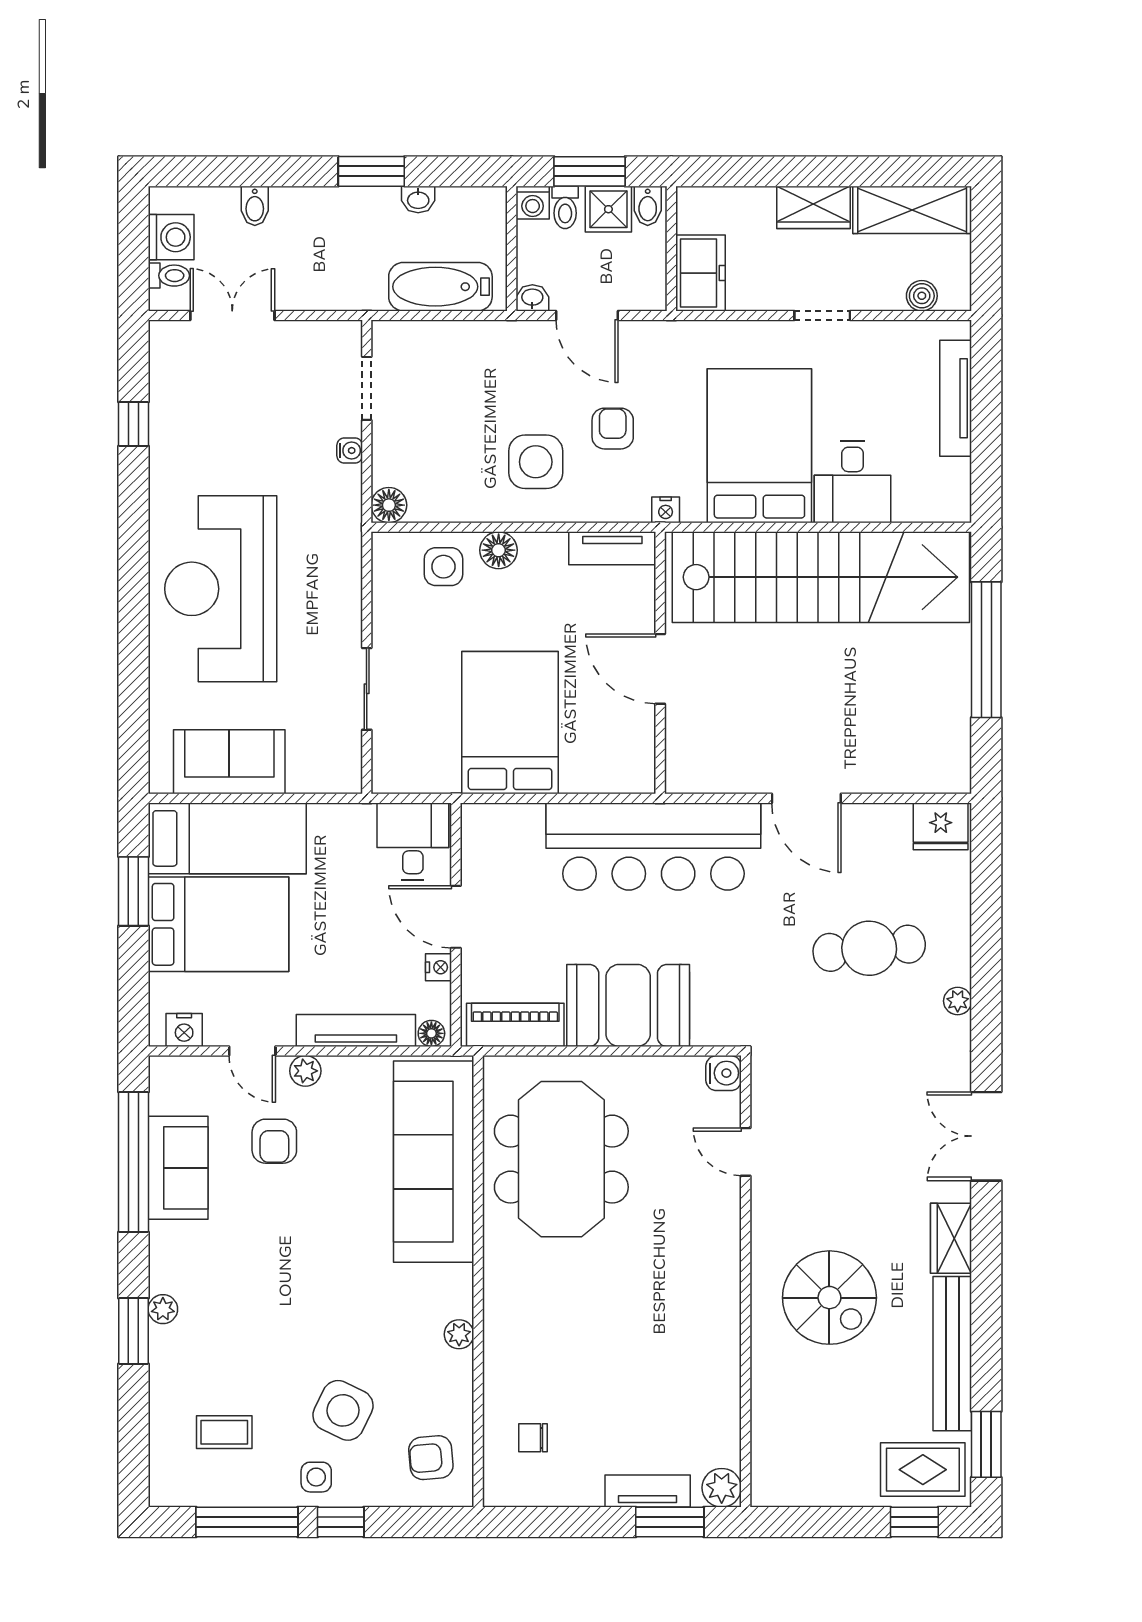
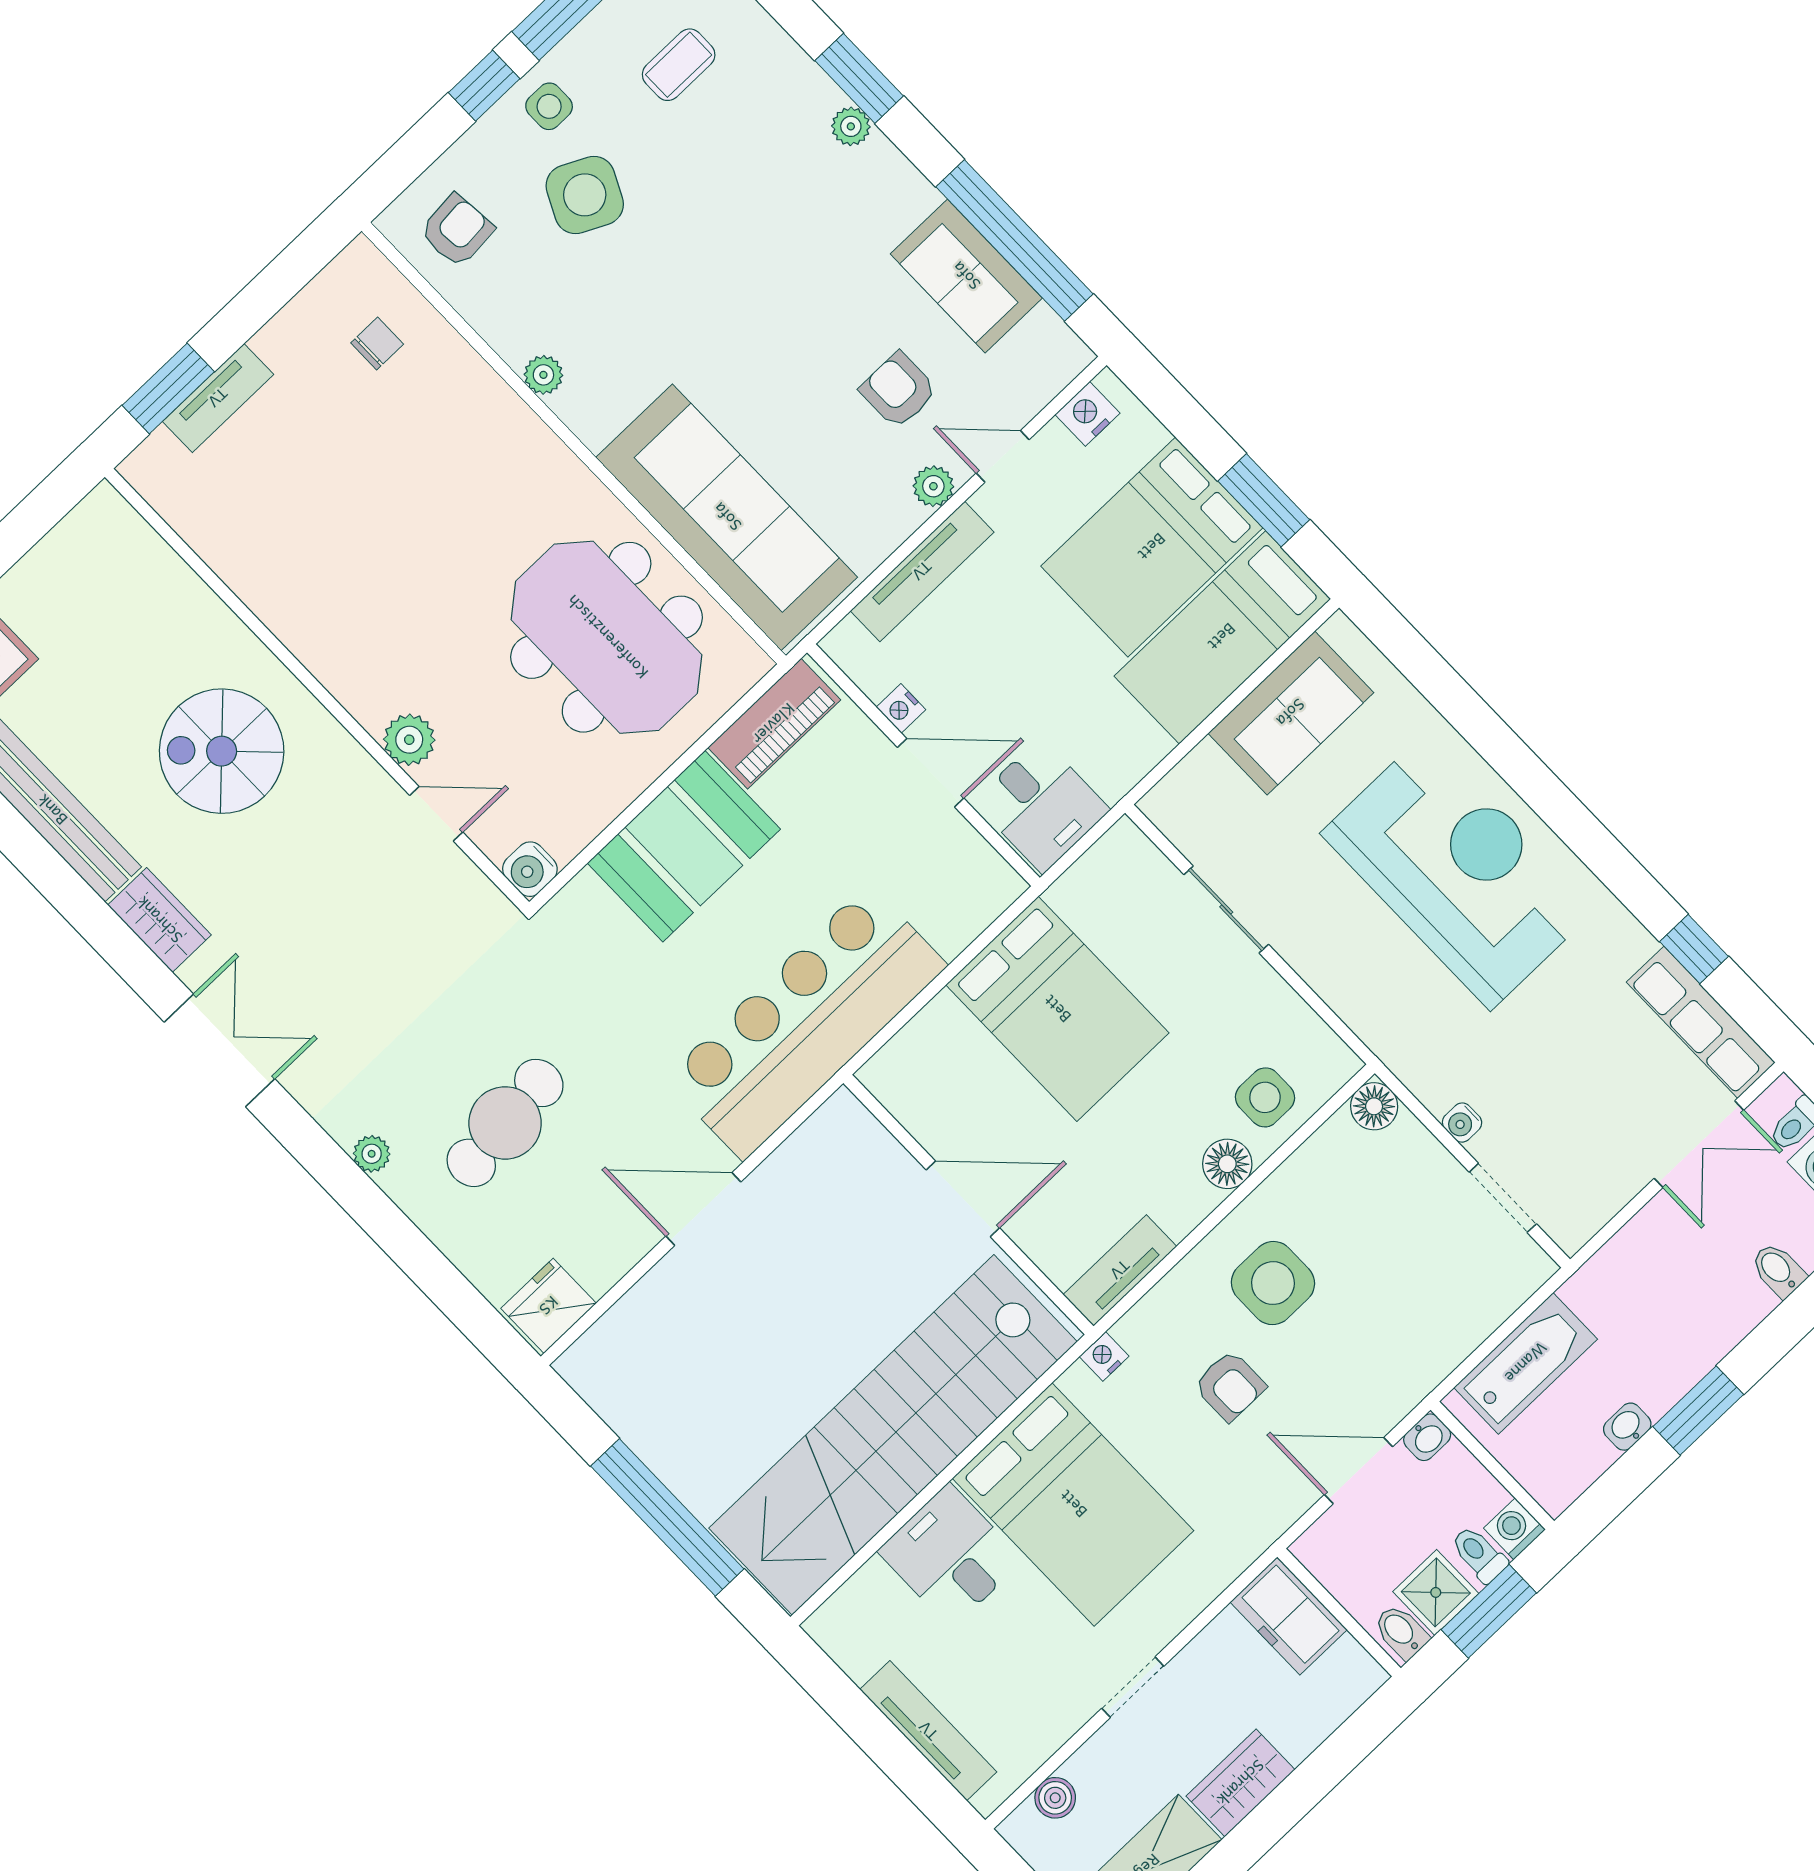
row of seats: (168, 381) -> (1701, 1022), added
floor lamp: (431, 1033) -> (847, 638), removed
plant: (722, 1488) -> (409, 740), moved

